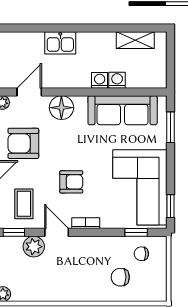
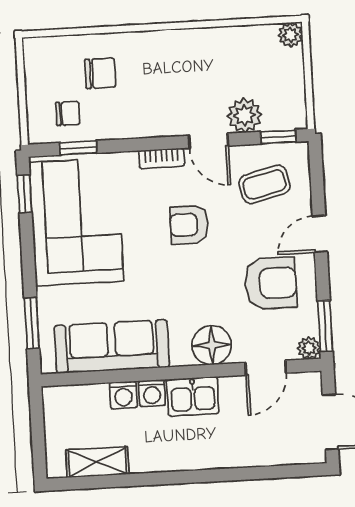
kitchen sink: (60, 43) -> (193, 396), moved, turned 180
coffee table: (24, 204) -> (265, 184), turned 76

